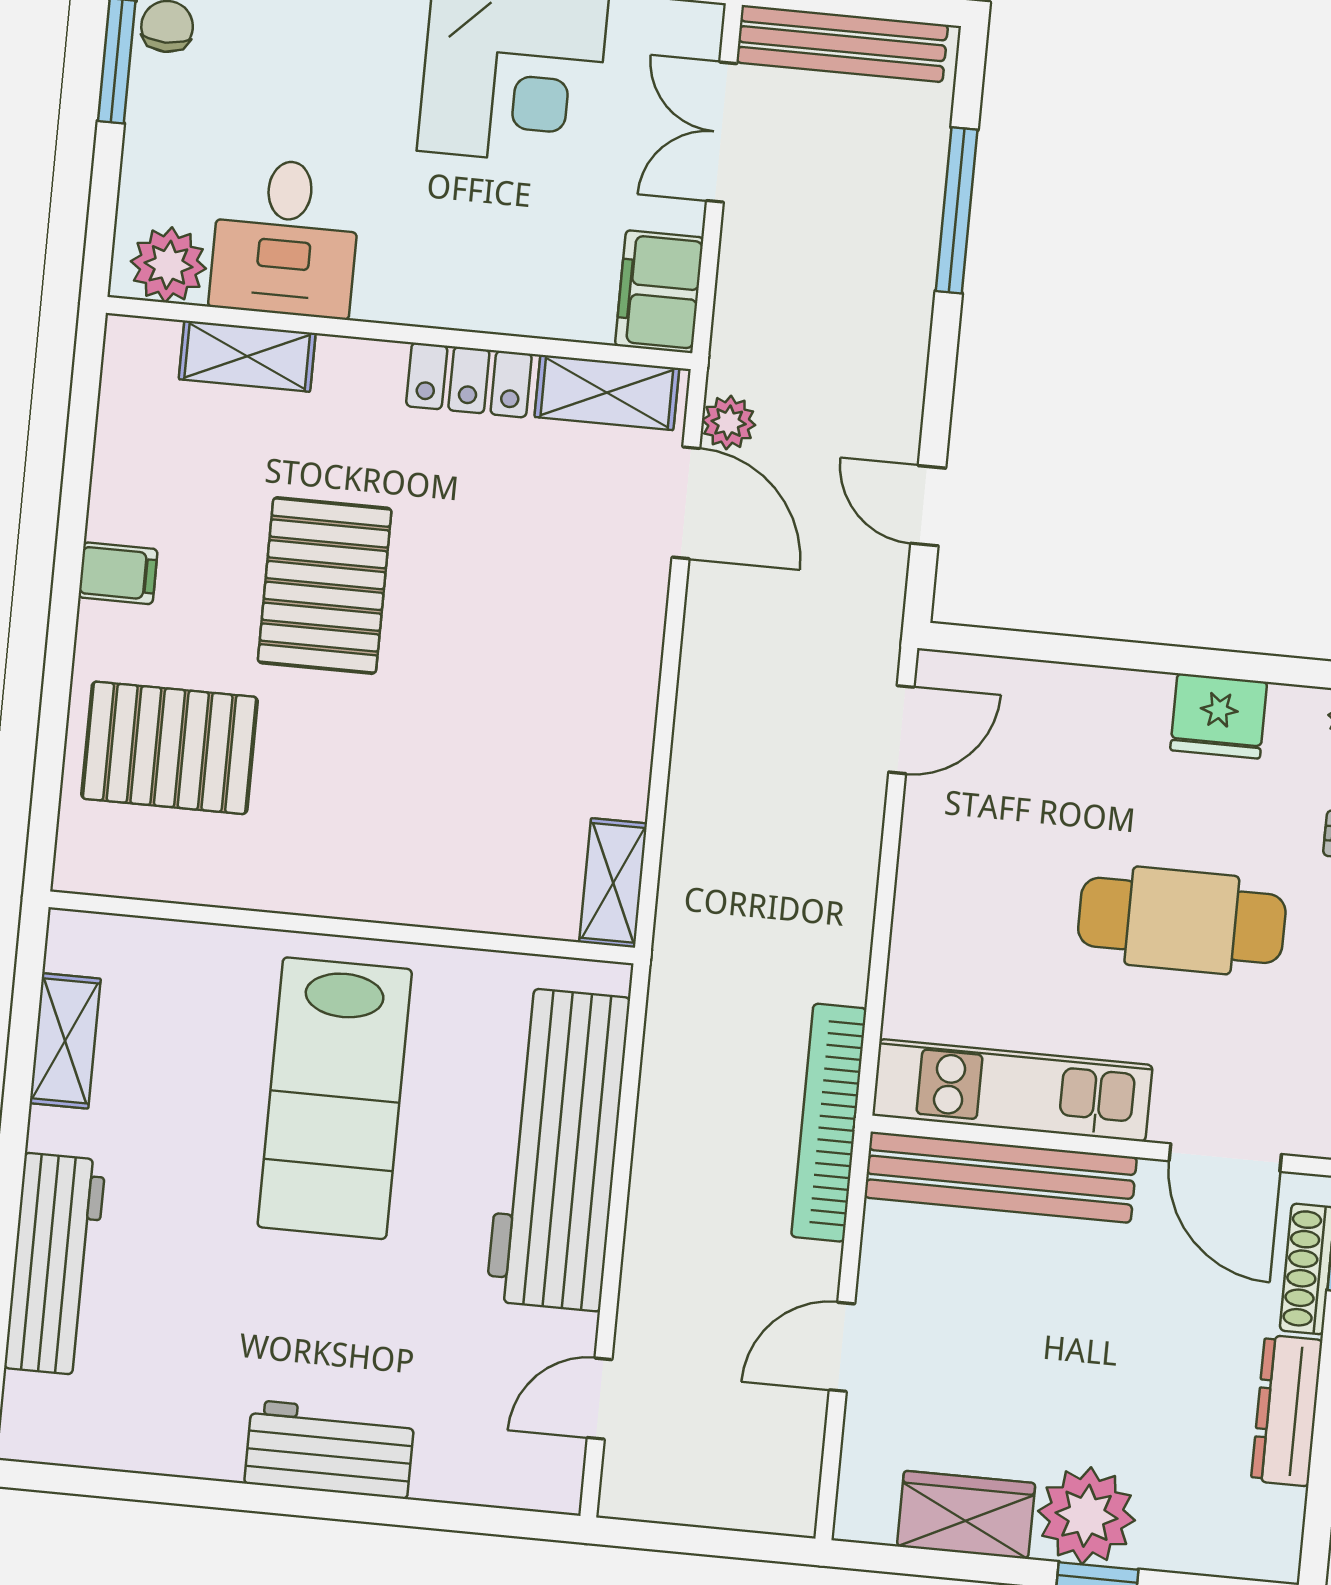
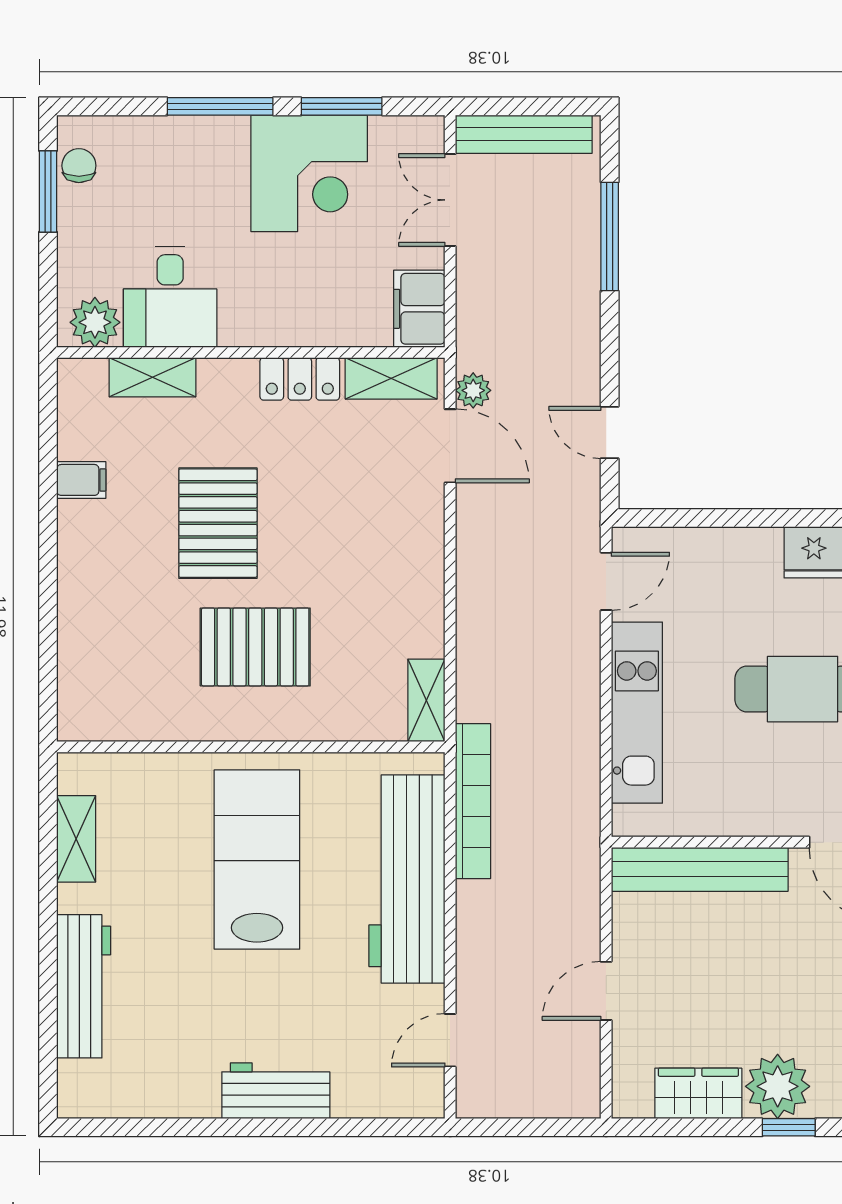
filing cabinet: (118, 573) -> (81, 480), moved
pallet: (170, 748) -> (255, 647), moved
kitchen unit: (1012, 1090) -> (637, 713), moved, turned 90
lab bench: (335, 1098) -> (257, 860), turned 180
bookcase: (829, 1123) -> (473, 801), moved, turned 180

